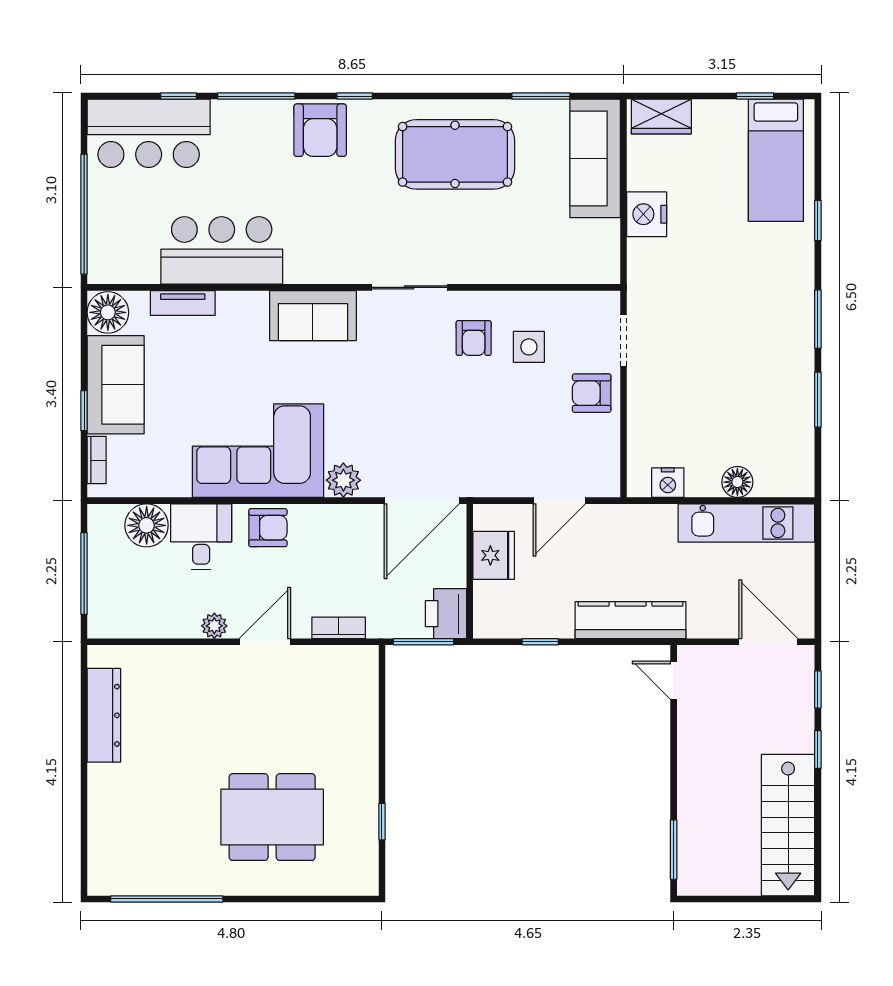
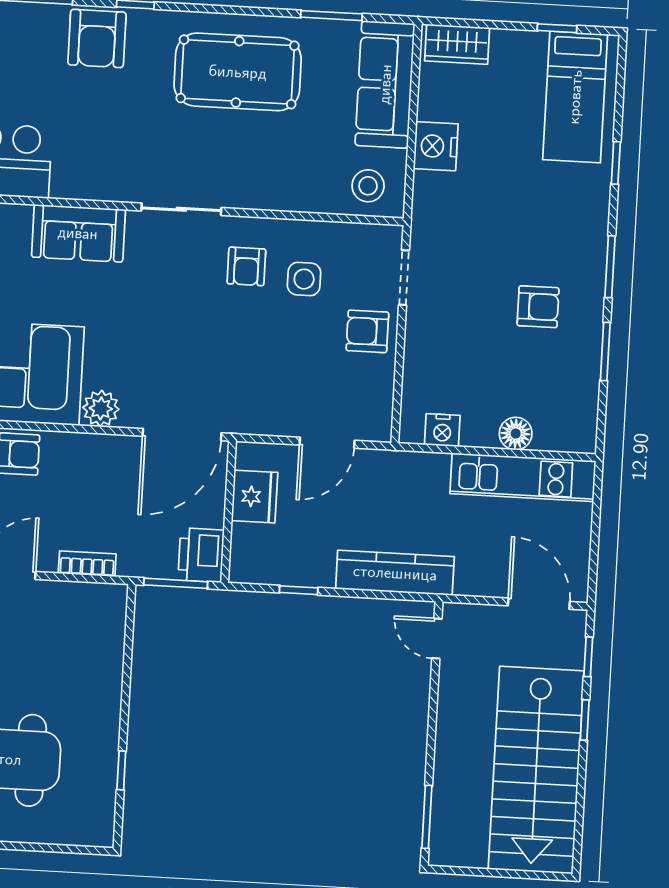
stool: (585, 255) -> (368, 186), added
armchair: (752, 361) -> (538, 307), added
stairs: (788, 825) -> (536, 770), width x1.36, depth x1.51

